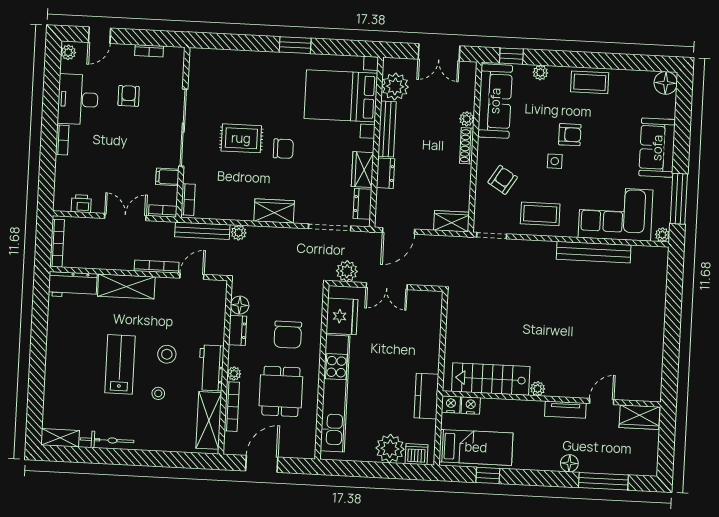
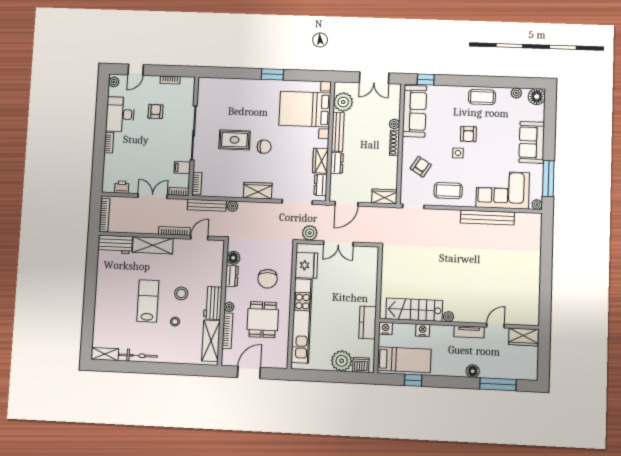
plant: (540, 73) -> (516, 93), moved
armchair: (570, 135) -> (468, 134), turned 90
nightstand: (471, 405) -> (423, 330), moved

